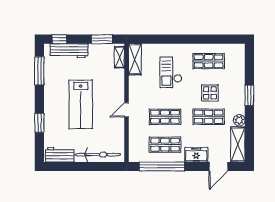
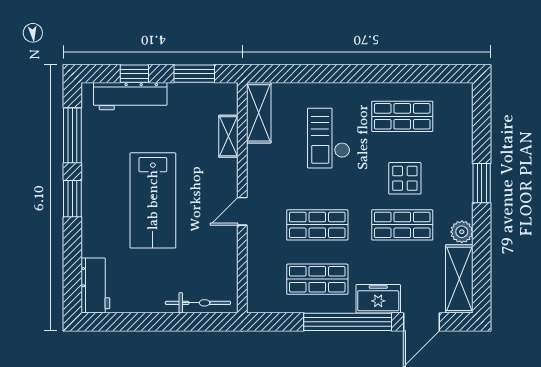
window: (59, 39) -> (134, 74), moved
shelving: (119, 57) -> (228, 136), moved
window: (39, 123) -> (72, 199), moved
workbench: (60, 155) -> (95, 285), moved, turned 90
bicycle: (98, 155) -> (198, 303), width x0.73, depth x0.71
window: (162, 167) -> (348, 322), moved

